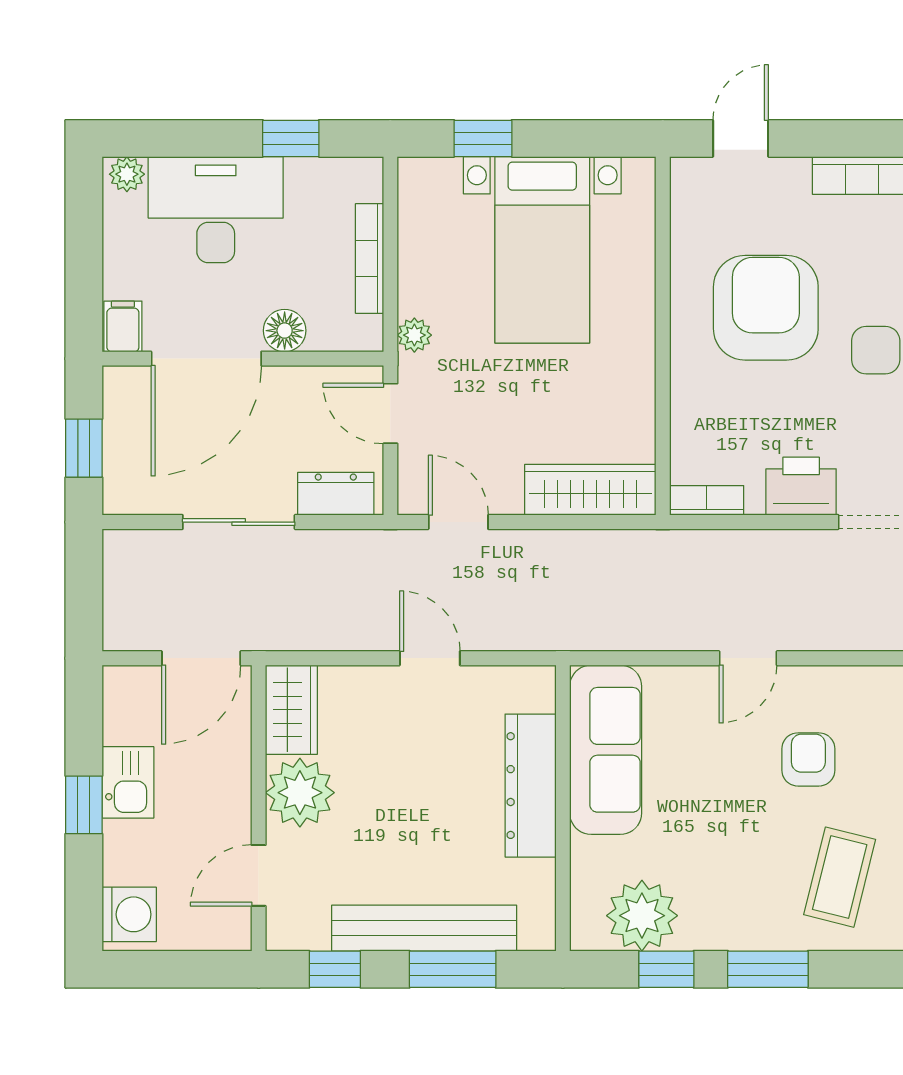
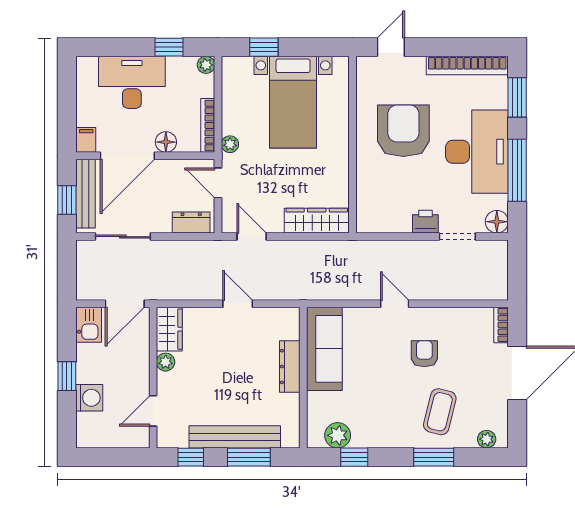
plant: (127, 174) -> (206, 65), moved
bookcase: (369, 259) -> (208, 125), moved
bench: (122, 435) -> (85, 194), added
printer: (801, 486) -> (425, 222), width x0.73, depth x0.81
bookcase: (707, 500) -> (374, 226), removed
sliding door: (239, 522) -> (123, 237), moved
door: (748, 658) -> (395, 304), swing flipped
kitchen sink: (128, 782) -> (89, 325), moved
dresser: (531, 786) -> (290, 367), width x0.73, depth x0.80
plant: (300, 793) -> (166, 362), width x0.53, depth x0.53
washing machine: (129, 914) -> (89, 398), moved
plant: (642, 916) -> (338, 435), width x0.73, depth x0.73
window: (768, 969) -> (434, 457), moved

